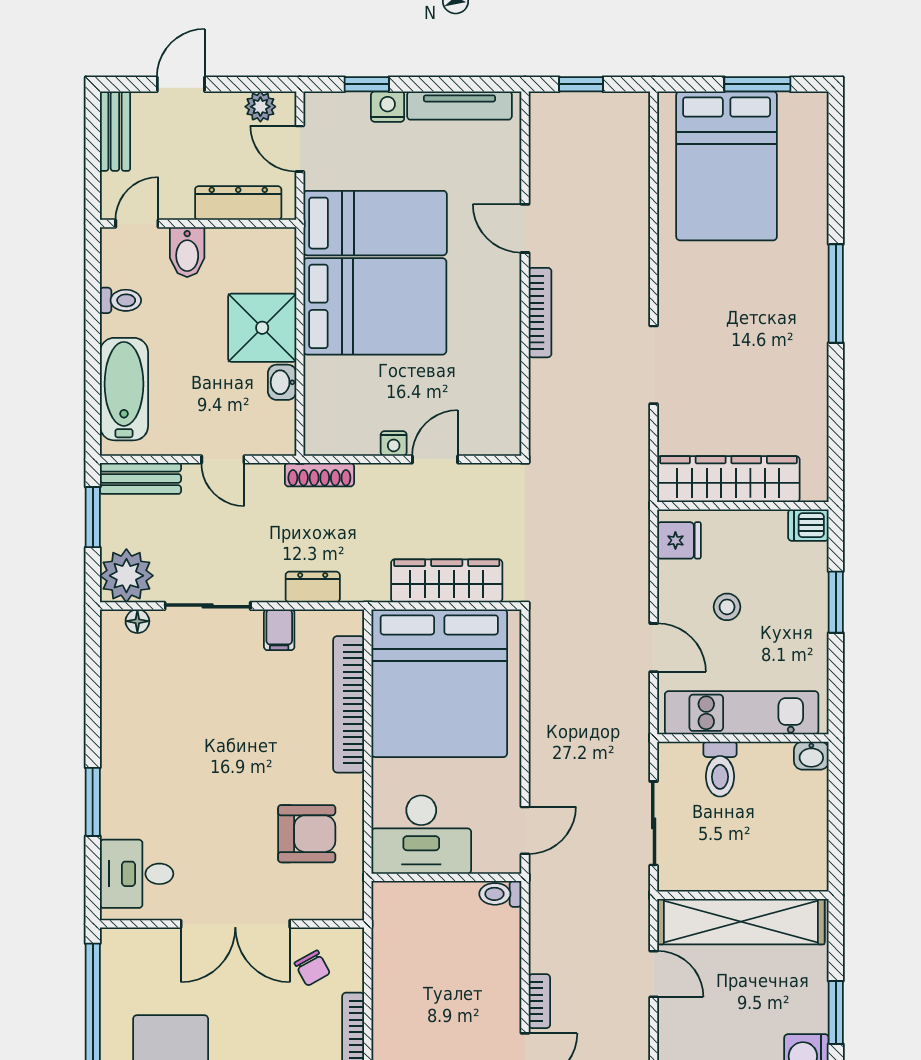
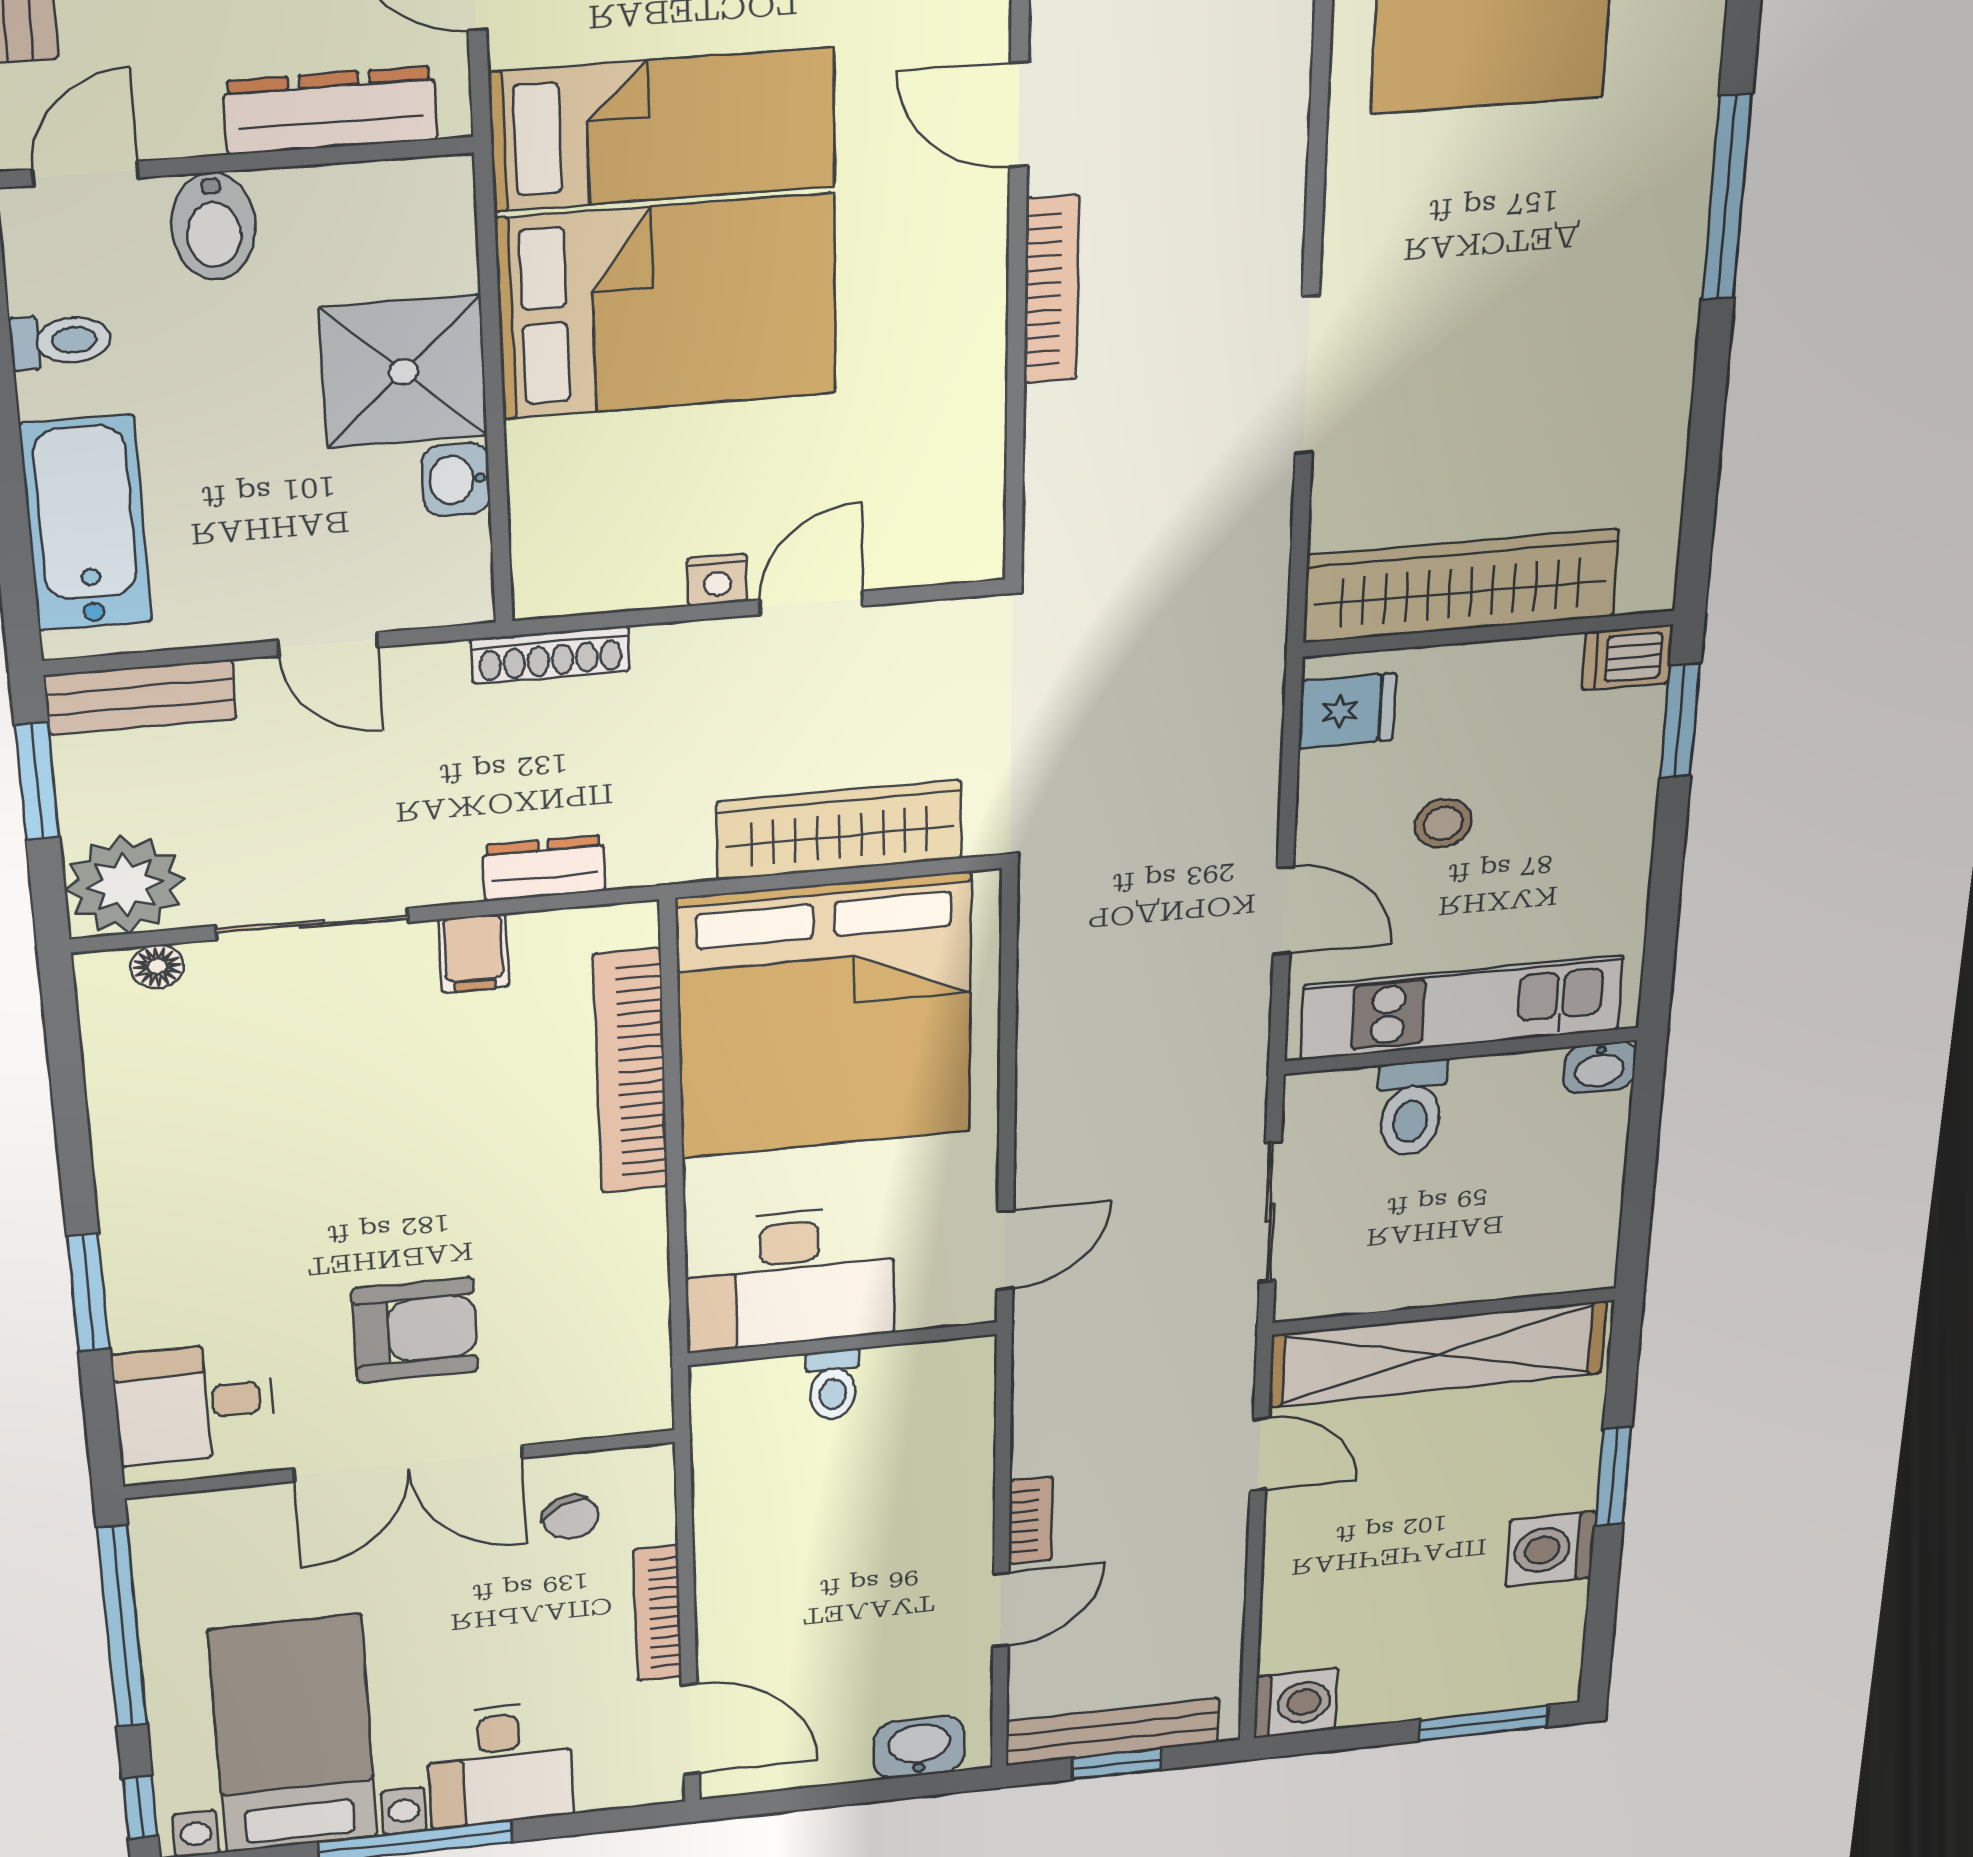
window: (836, 602) -> (1680, 721), moved
armchair: (307, 834) -> (415, 1330), moved
toilet: (500, 894) -> (833, 1385), moved, turned -90

